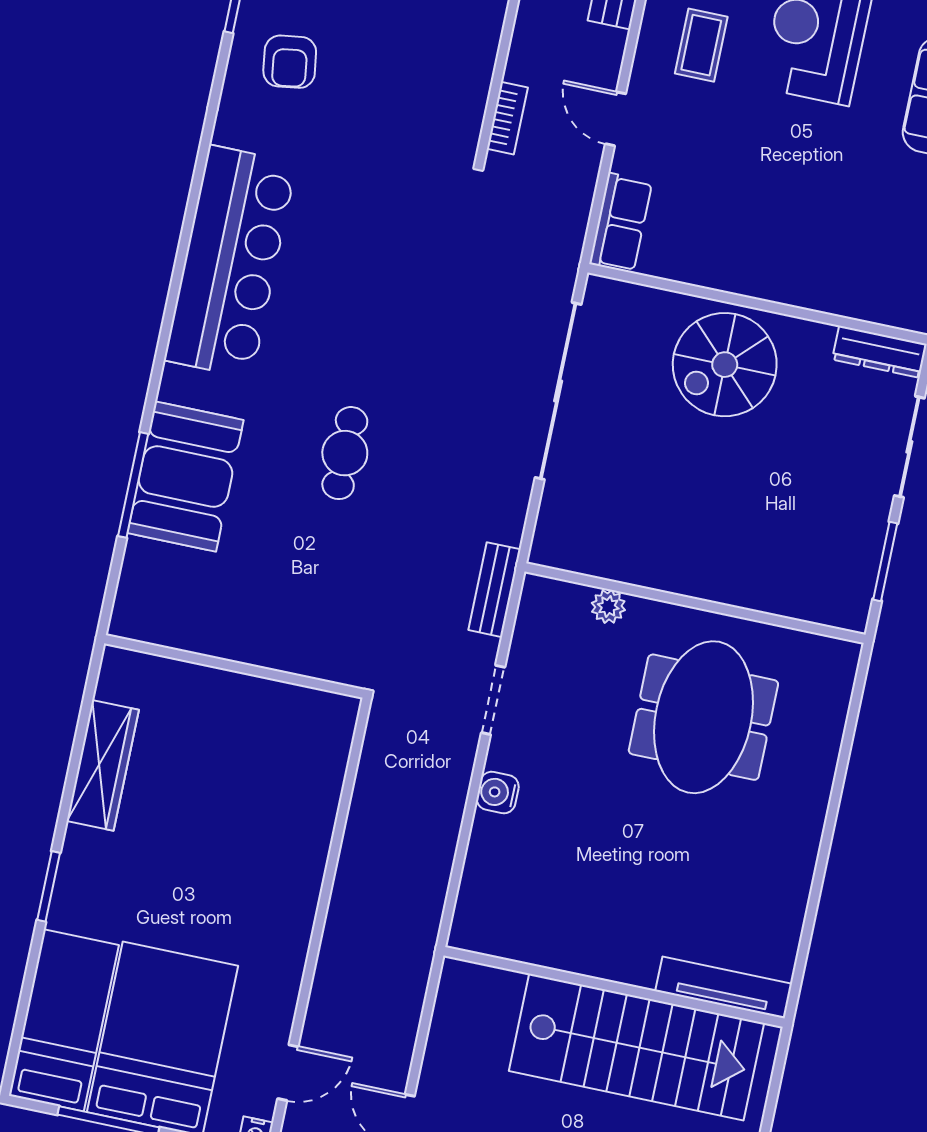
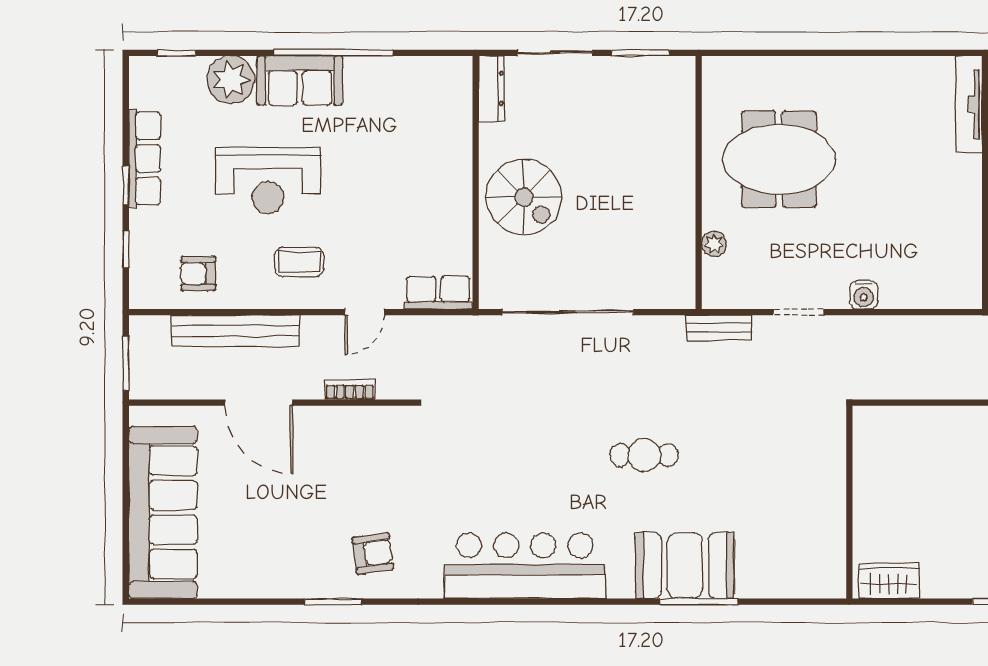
bookcase: (507, 118) -> (350, 390), moved
wall: (234, 666) -> (849, 502), moved
wardrobe: (103, 765) -> (889, 581), width x0.67

